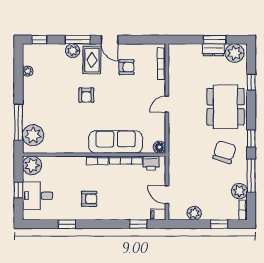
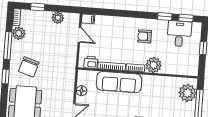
floor lamp: (159, 147) -> (82, 91), moved
plant: (32, 165) -> (154, 65), moved
desk: (38, 196) -> (179, 34), moved, turned -90
window: (138, 224) -> (186, 18), moved

